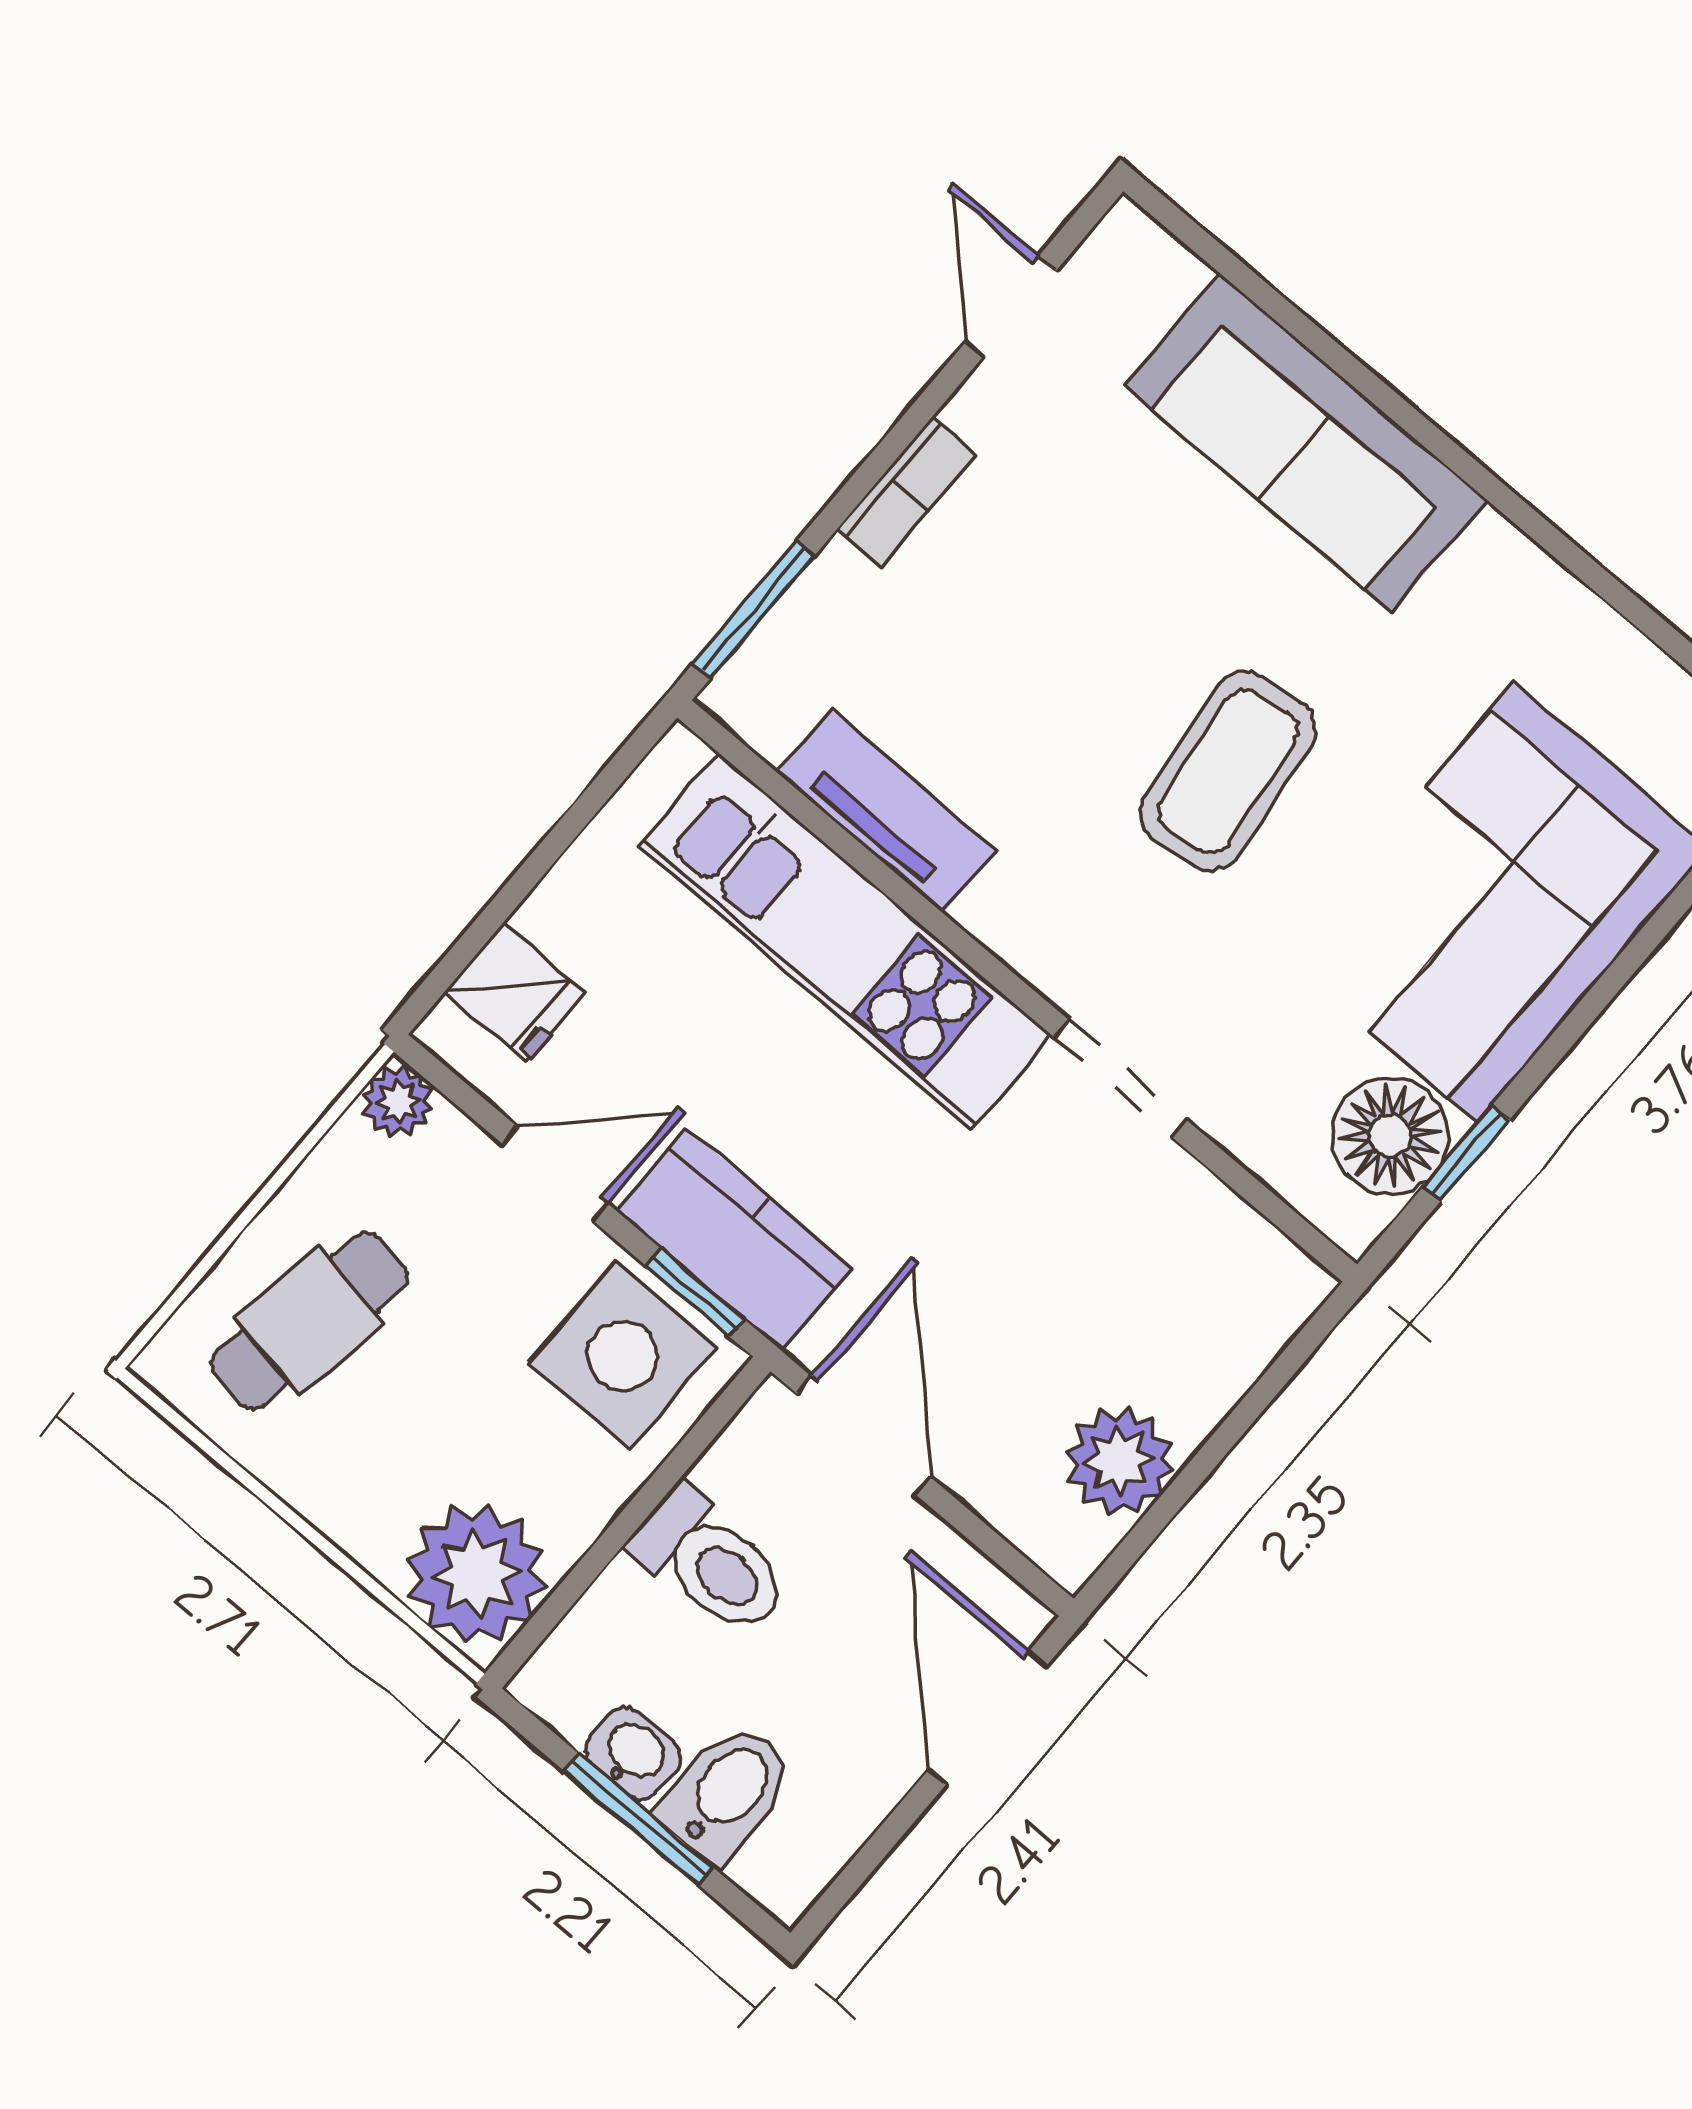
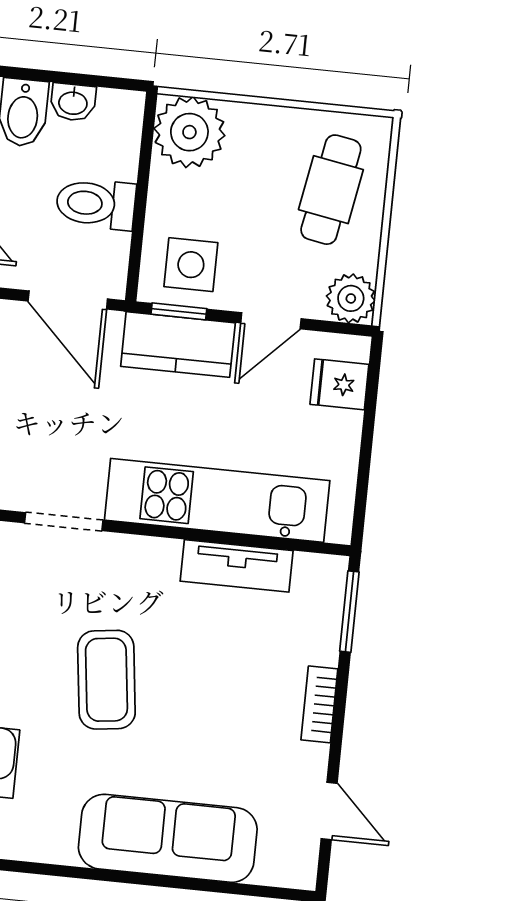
plant: (398, 1102) -> (351, 298), width x1.38, depth x1.38
side table: (623, 1355) -> (191, 265), width x0.73, depth x0.73
window: (639, 1819) -> (52, 77), removed

